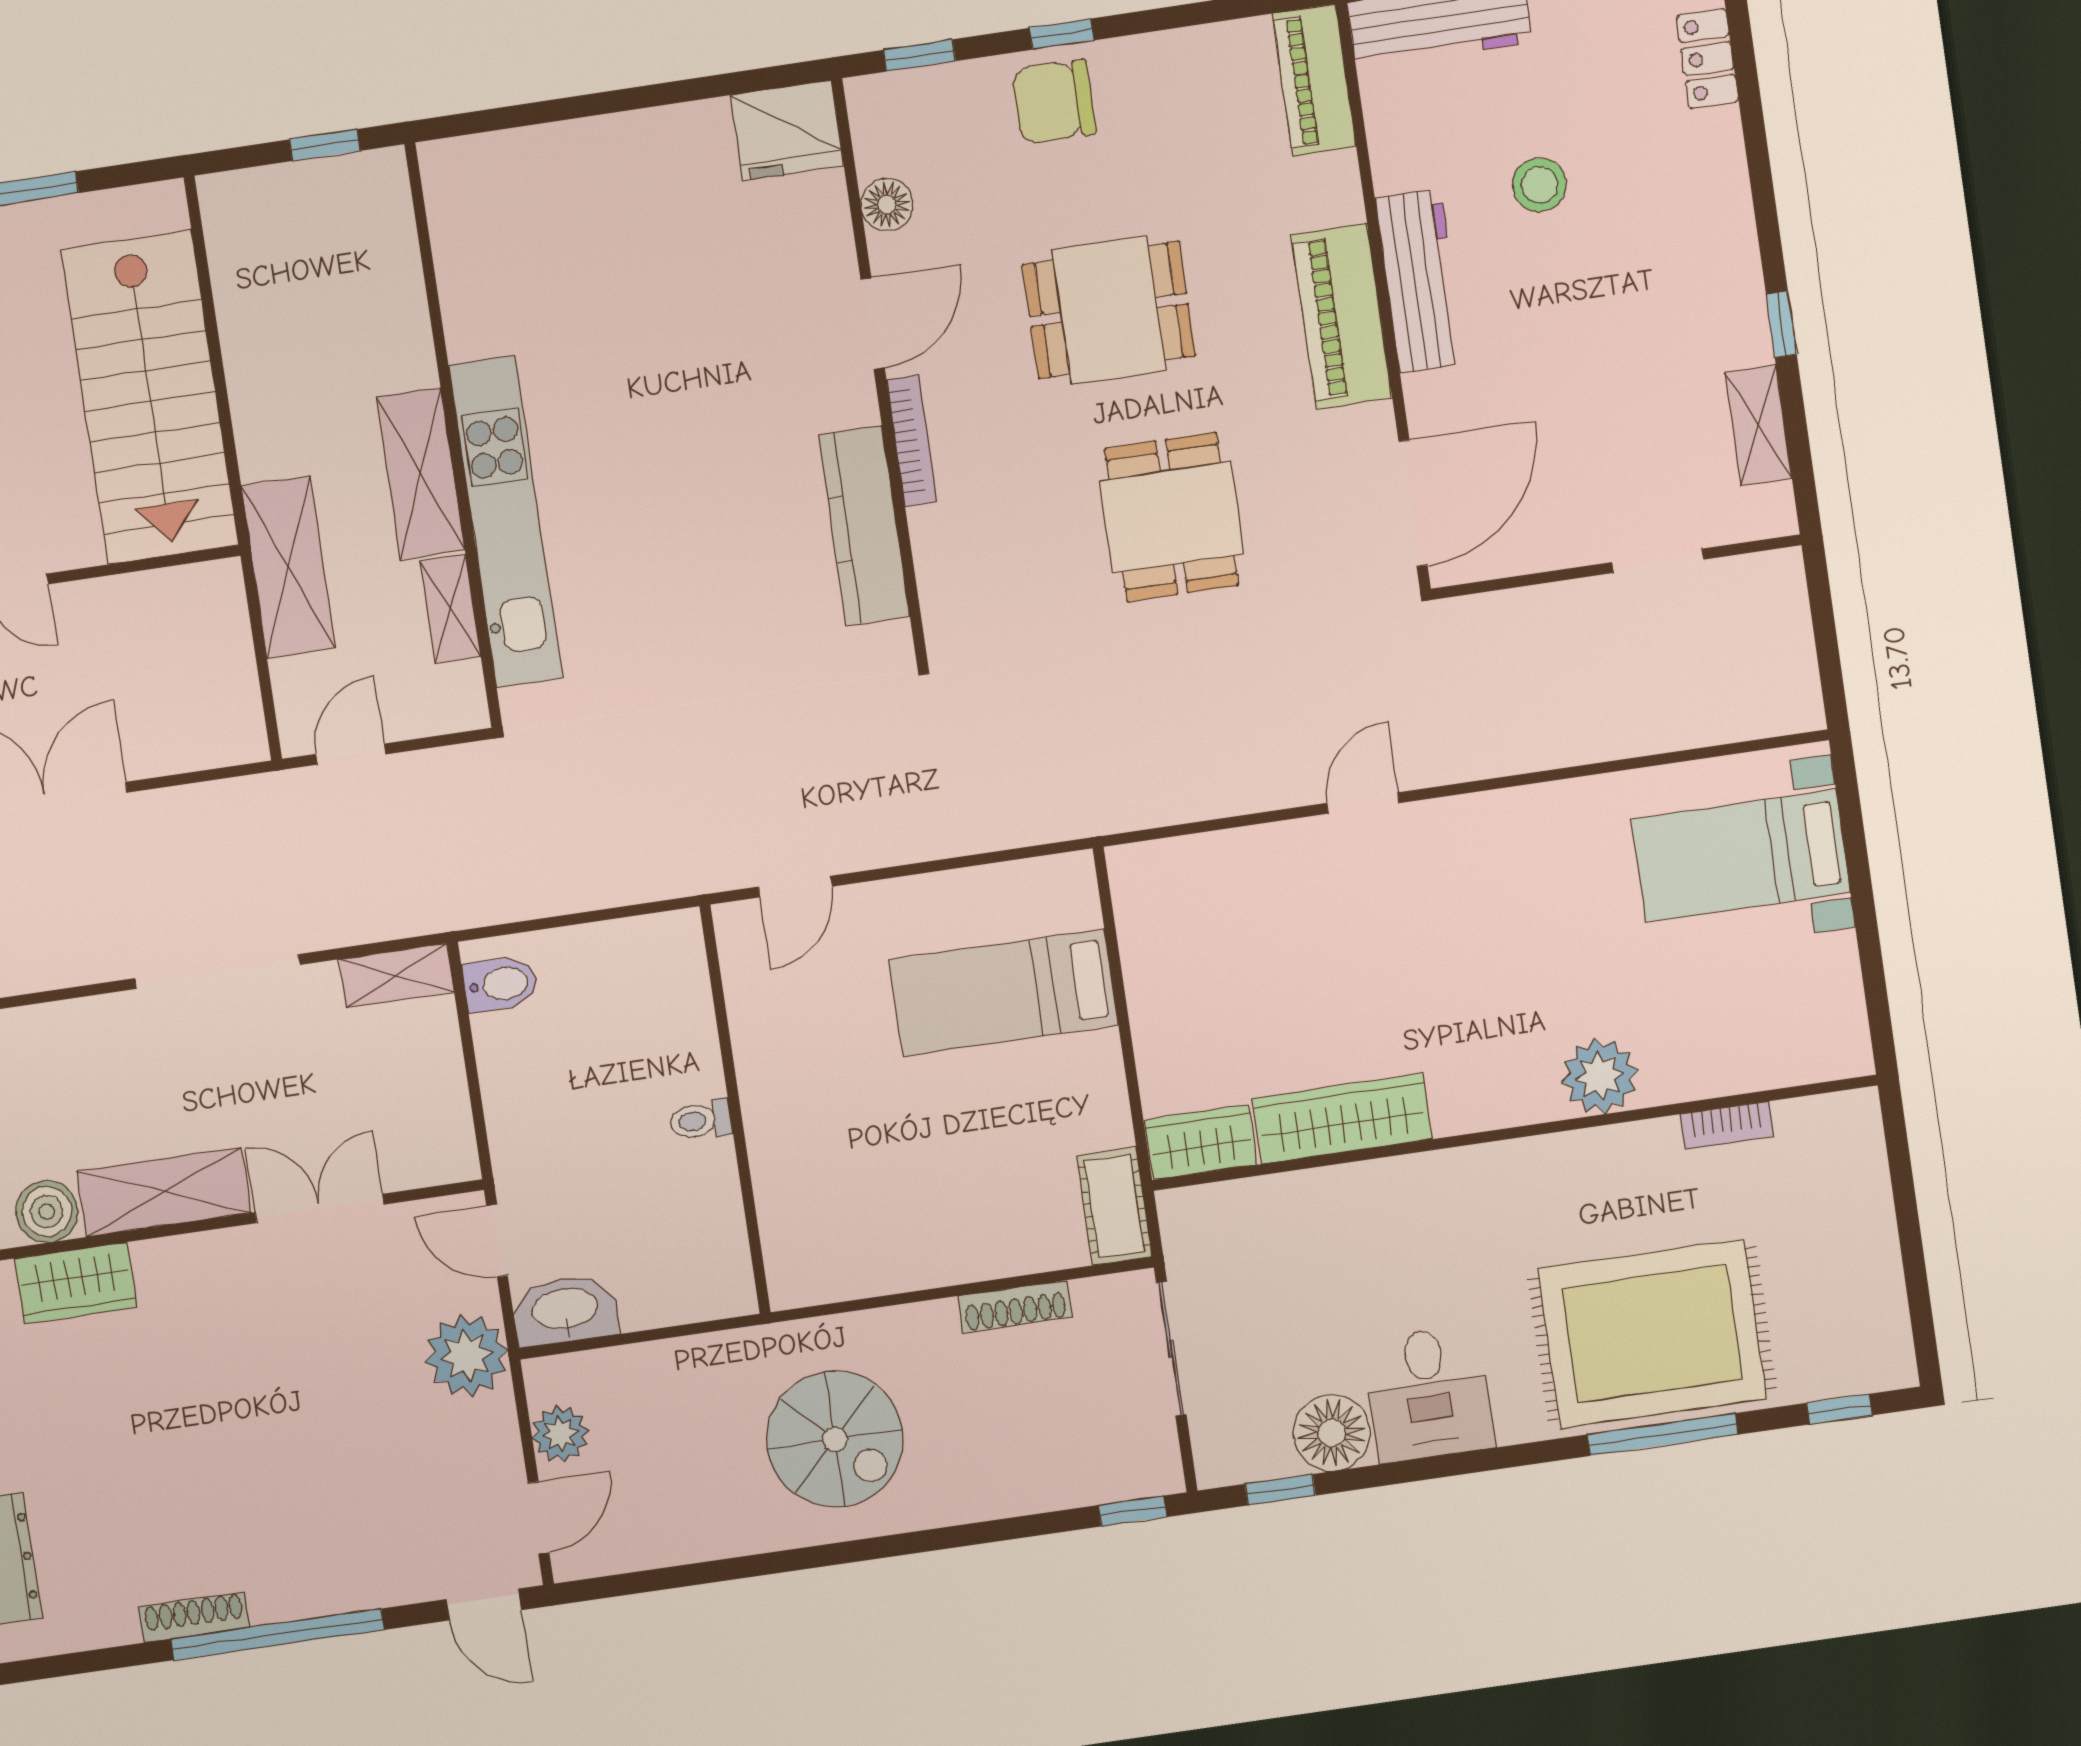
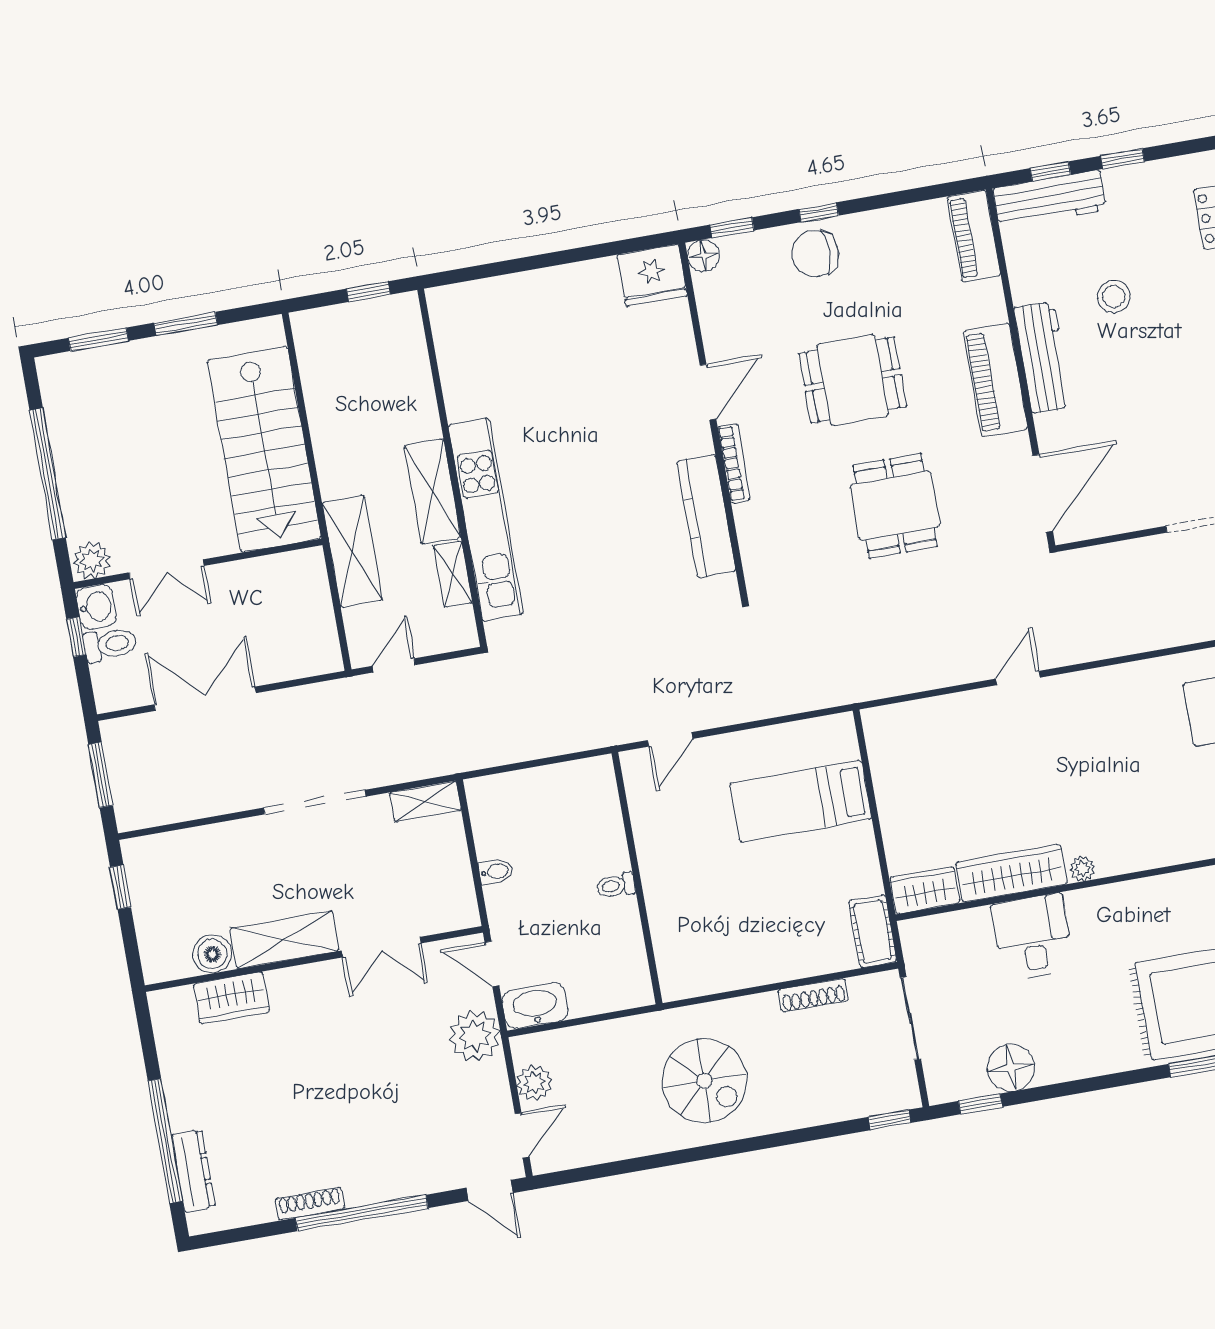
floor lamp: (887, 205) -> (704, 256), moved
bidet: (500, 984) -> (496, 872), moved, width x0.72, depth x0.74
plant: (1600, 1076) -> (1083, 869), moved, width x0.53, depth x0.53
double door: (319, 1208) -> (381, 947), swing flipped
desk: (1429, 1394) -> (1033, 937), moved, turned 180

